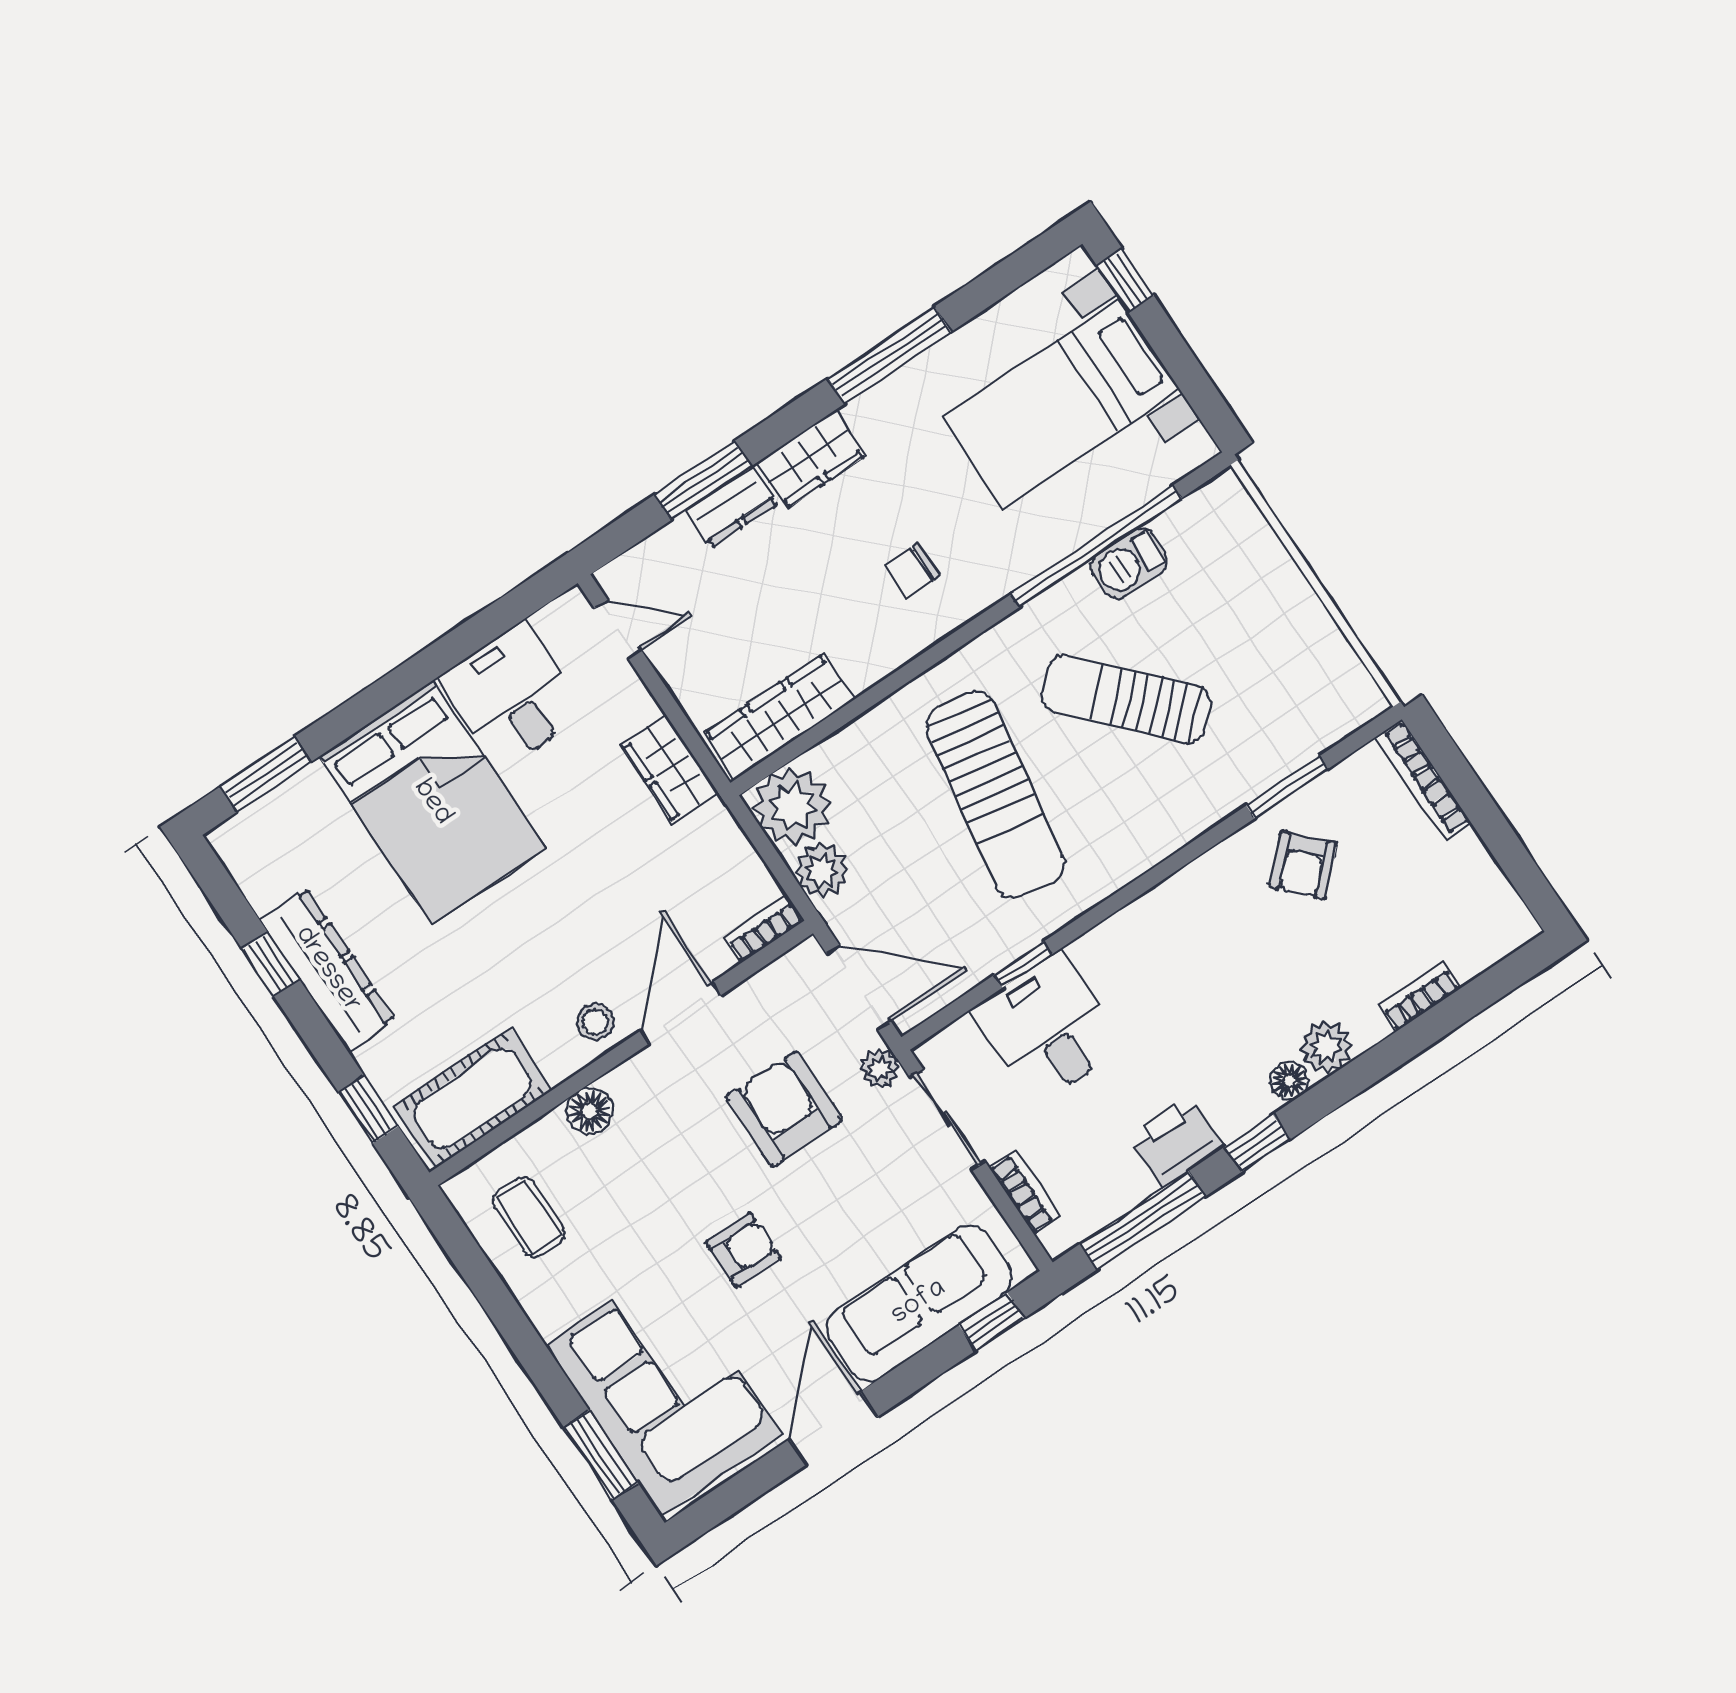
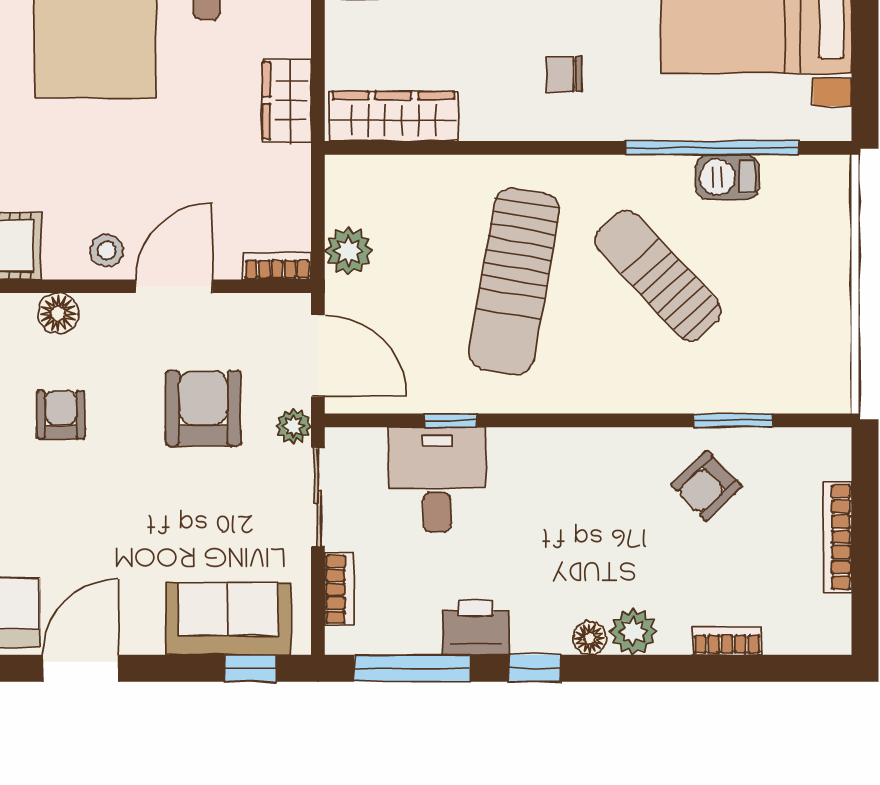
bookcase: (1423, 780) -> (837, 537), moved
plant: (792, 806) -> (359, 189), removed
armchair: (743, 1250) -> (61, 415), moved, turned -90
sofa: (919, 1303) -> (228, 619), width x0.73

